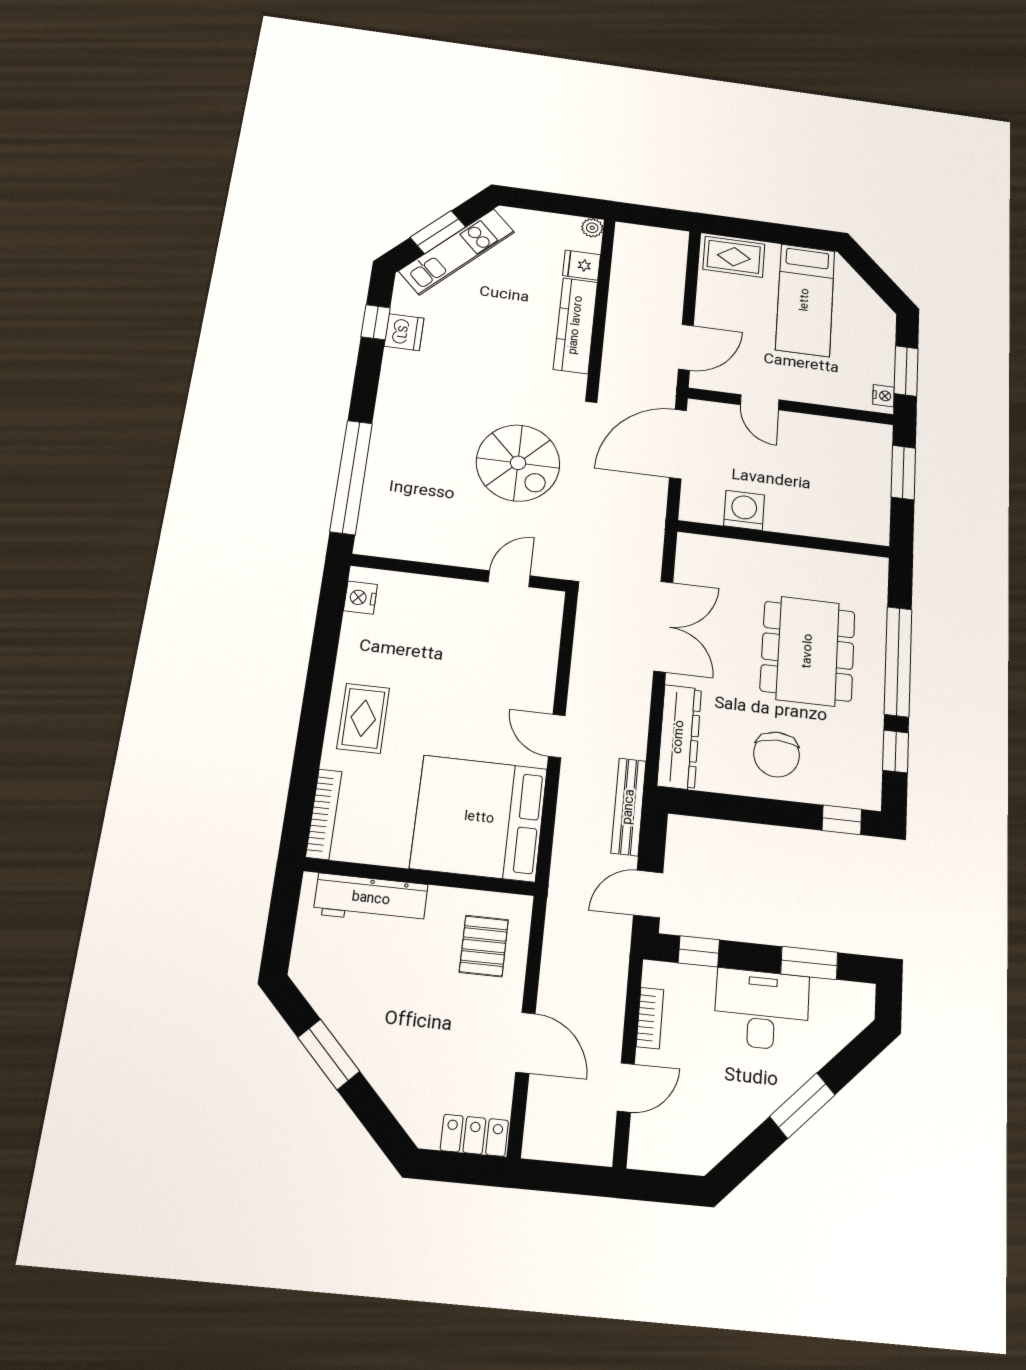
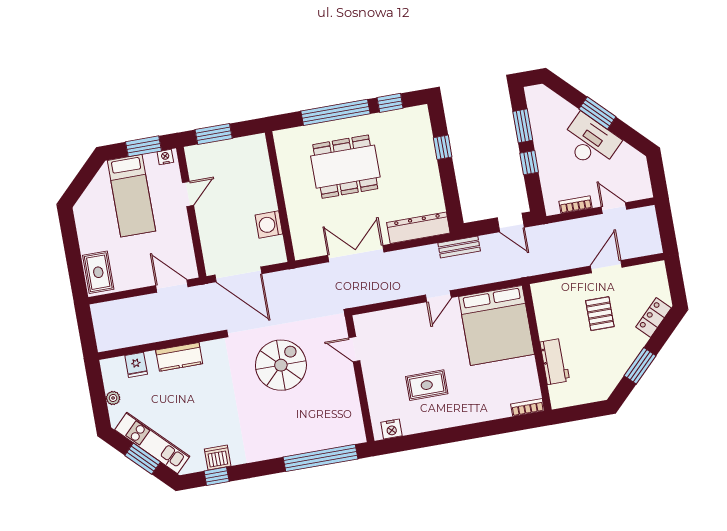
plant: (592, 228) -> (113, 398), moved
bed: (805, 300) -> (131, 196), moved, turned 90
kitchen counter: (576, 325) -> (179, 357), width x0.67
door: (760, 402) -> (188, 194), moved
rug: (363, 718) -> (427, 385), moved
chair: (777, 754) -> (412, 171), removed
bench: (629, 807) -> (459, 247), width x0.73
bookcase: (324, 814) -> (527, 407), width x0.64
window: (842, 820) -> (443, 147), moved
workbench: (371, 899) -> (555, 361), width x0.73
pallet: (484, 946) -> (600, 314), moved, turned 90
window: (699, 951) -> (529, 163), moved
desk: (762, 1010) -> (590, 142), moved, turned 135
locker: (474, 1135) -> (653, 318), moved, turned 45

